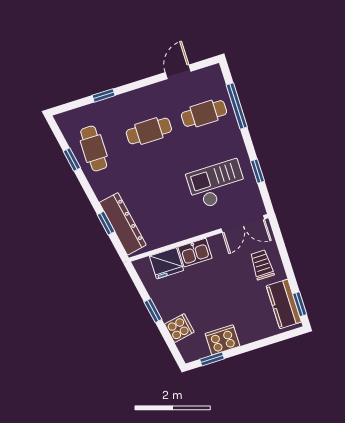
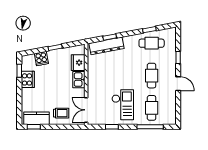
door: (178, 72) -> (178, 84), moved
checkout: (217, 184) -> (123, 105), moved

